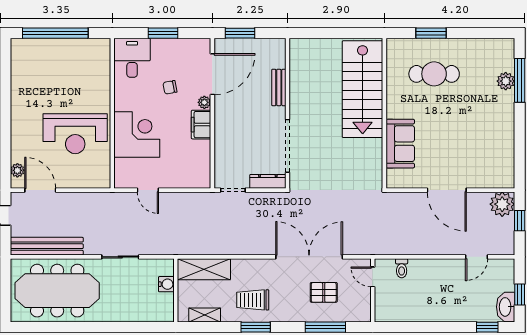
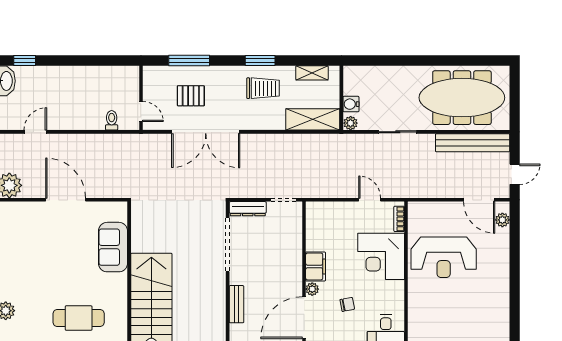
reception desk: (75, 134) -> (444, 257), turned 180
bookcase: (119, 171) -> (399, 219), added
plant: (167, 265) -> (351, 123), added

